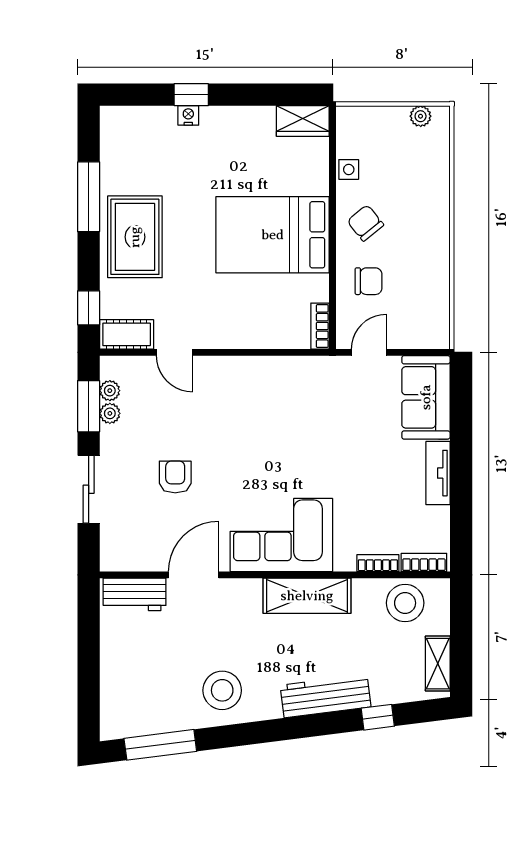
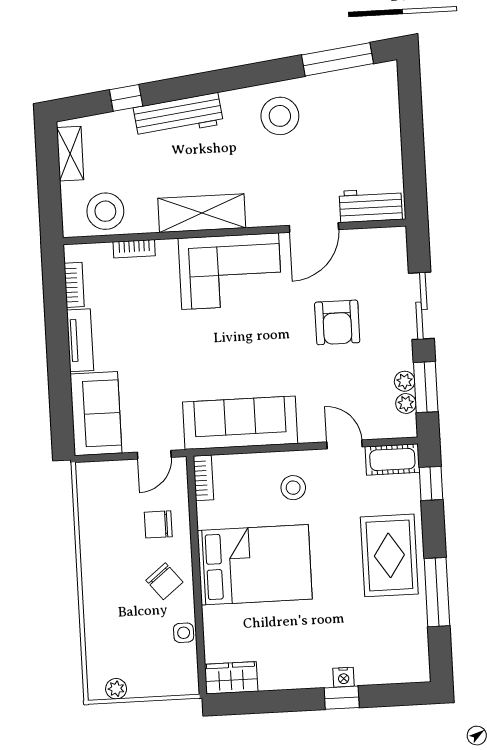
stool: (229, 311) -> (293, 488), added
sofa: (279, 380) -> (240, 423), added
armchair: (175, 477) -> (337, 322), width x1.38, depth x1.38
bookcase: (424, 562) -> (74, 285), moved, turned -90

